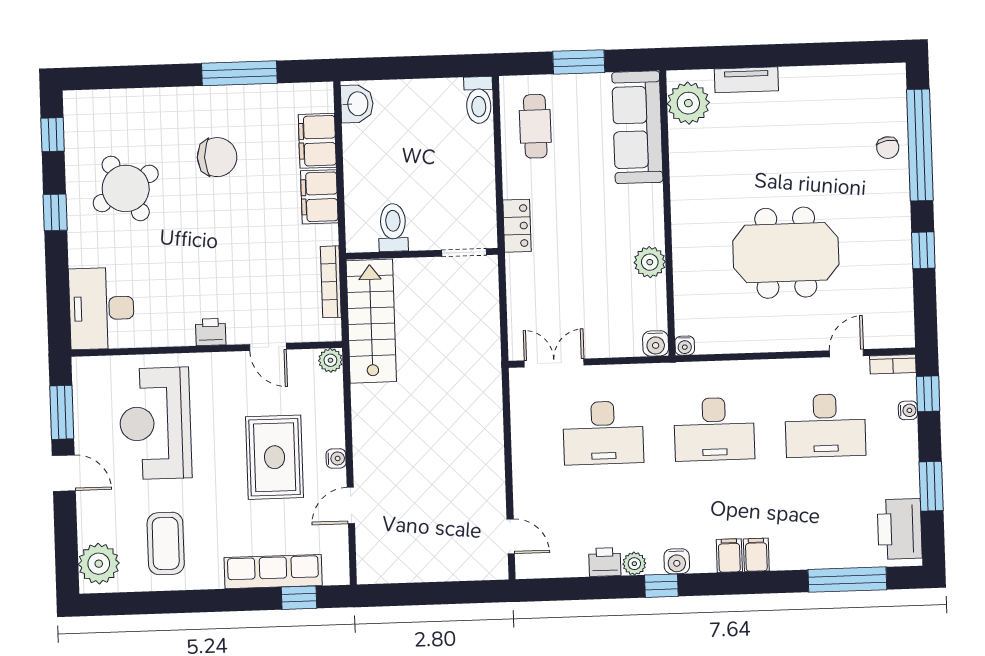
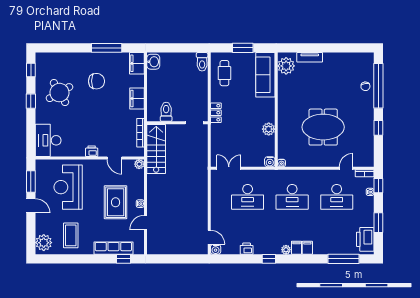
filing cabinet: (317, 141) -> (137, 63), moved
water cooler: (677, 561) -> (216, 249), moved
plant: (634, 564) -> (286, 250), moved

